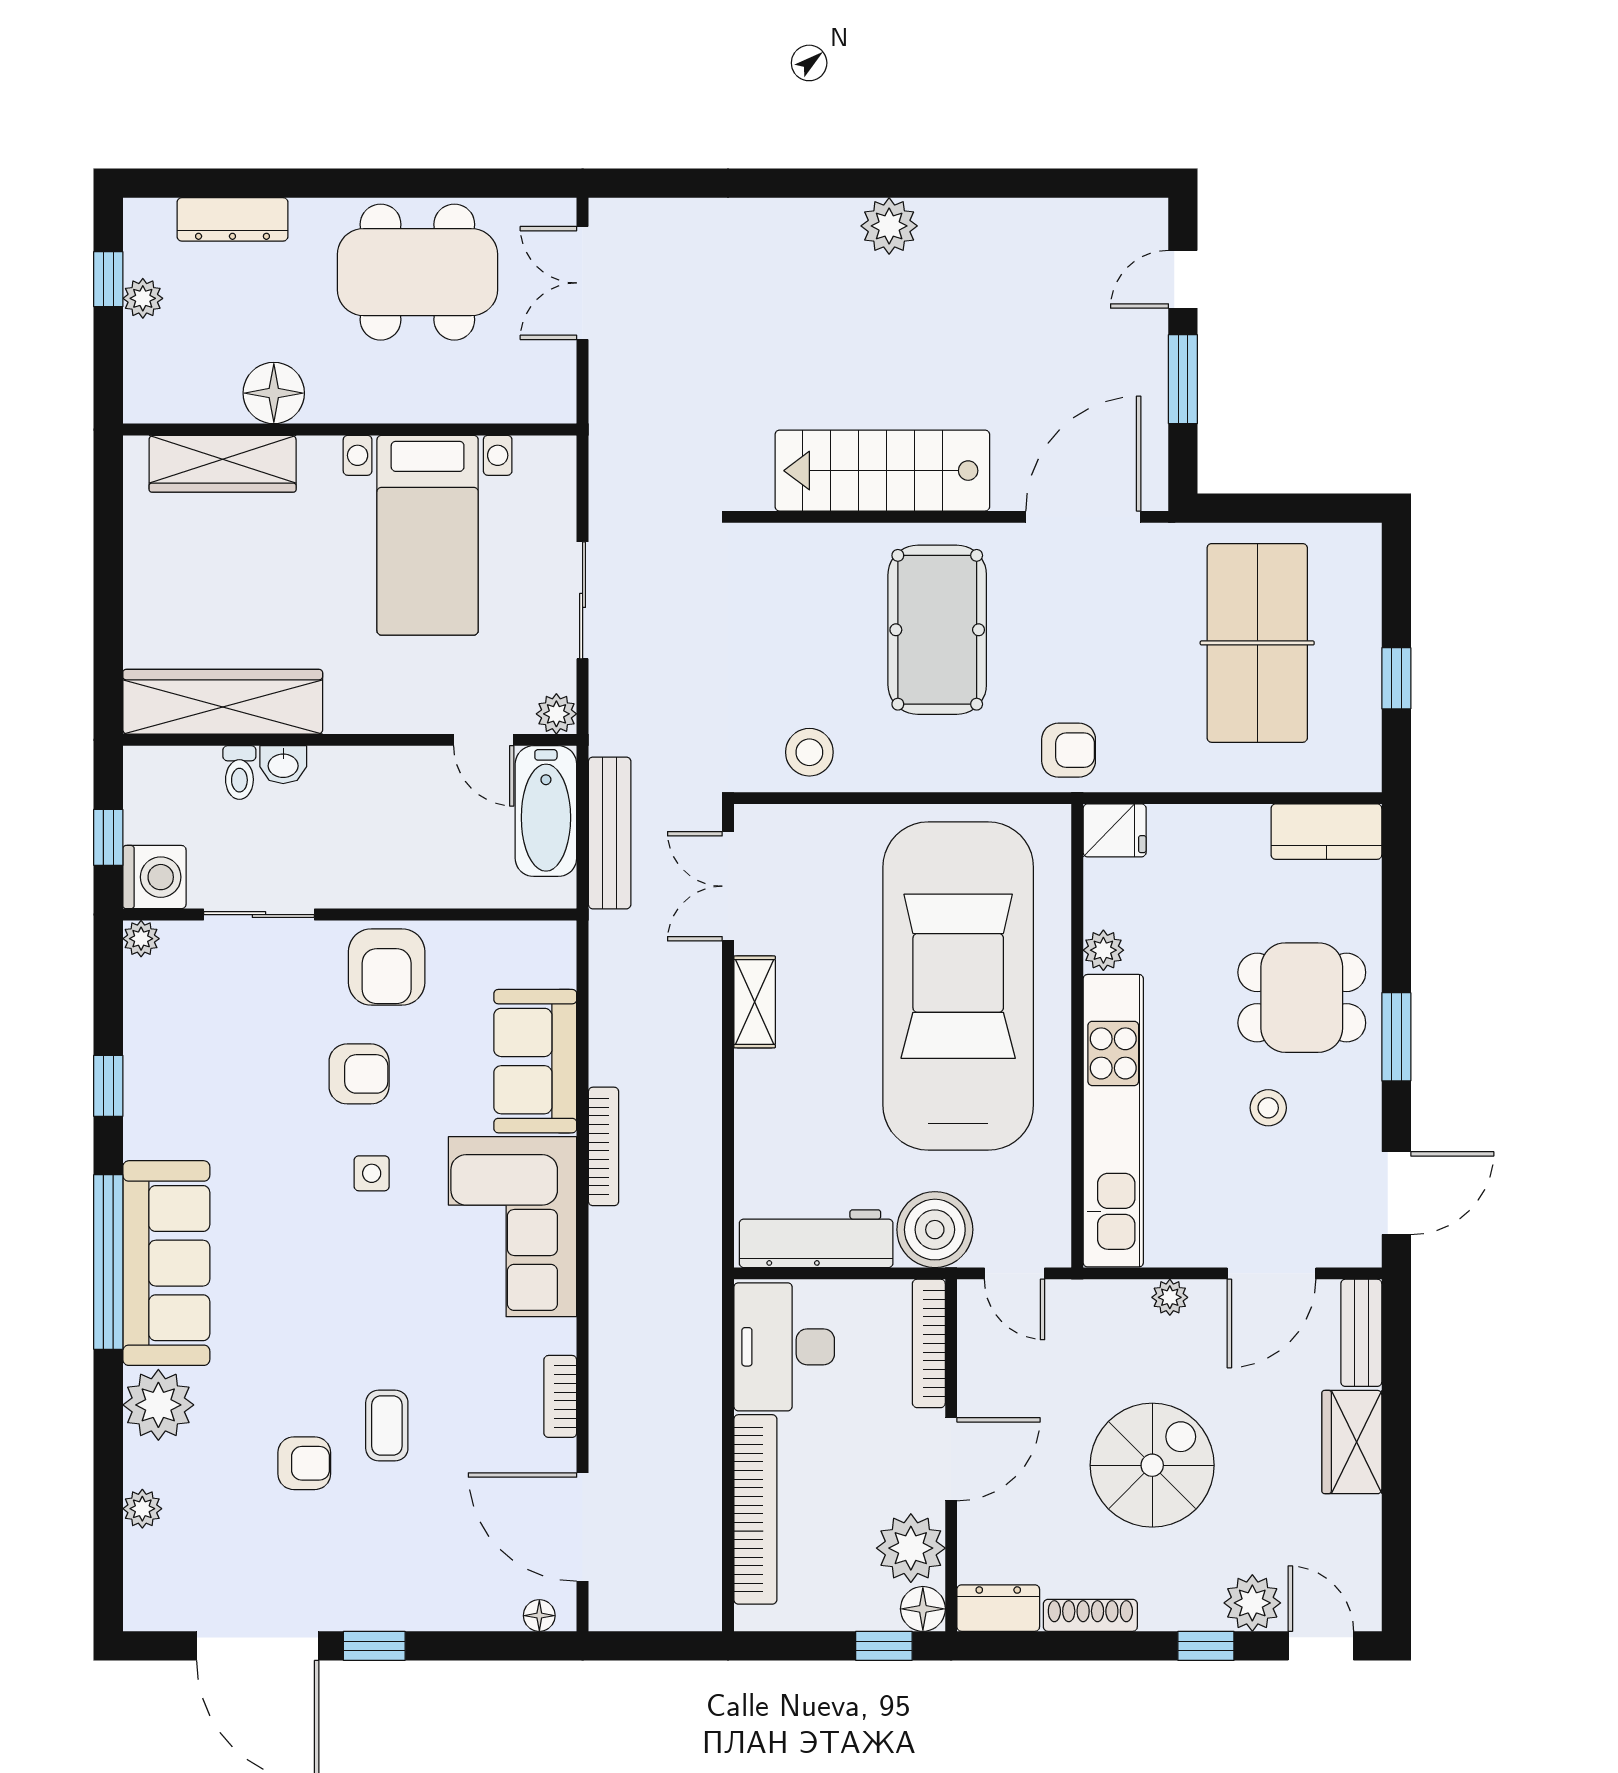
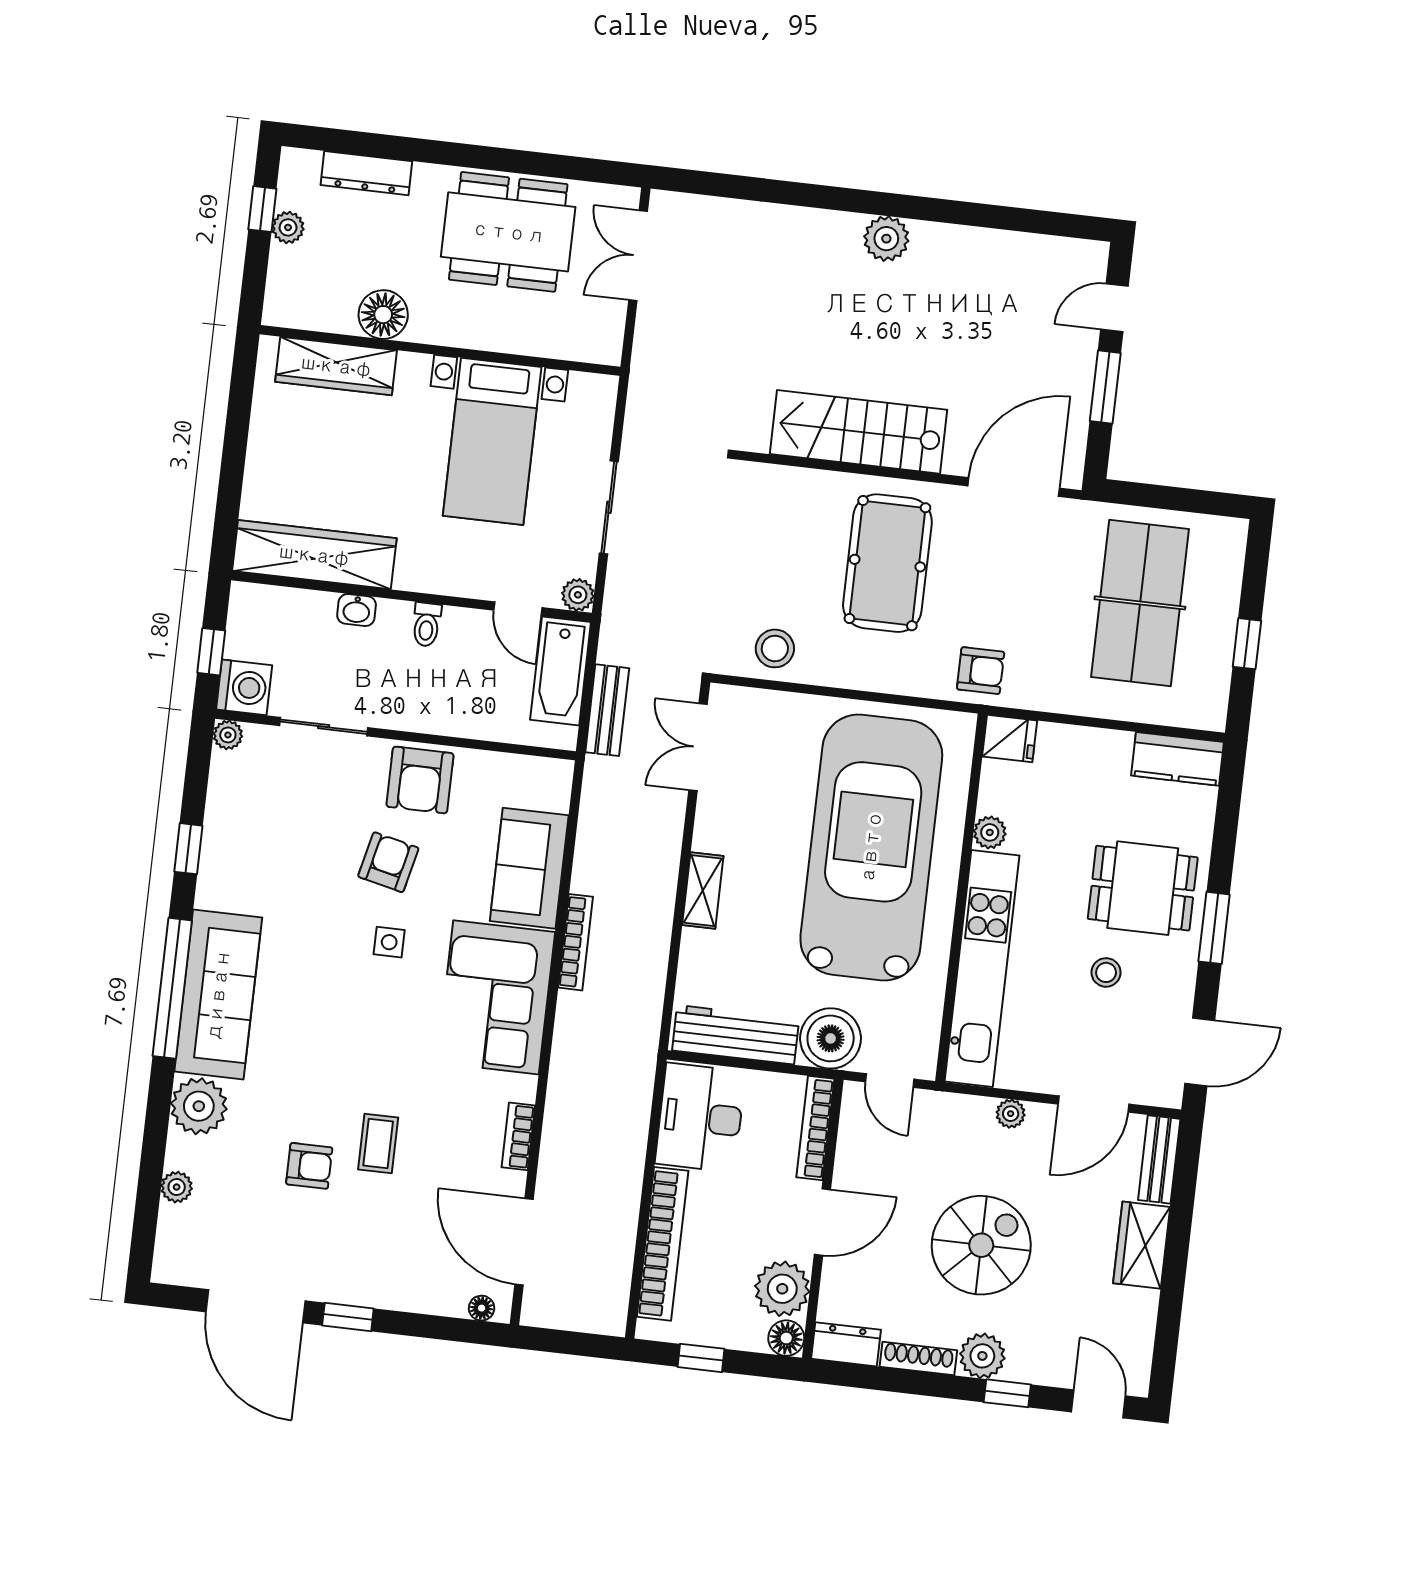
toilet: (239, 773) -> (427, 625), moved
bench: (610, 833) -> (607, 710), width x0.73
shelving: (755, 1002) -> (703, 891), moved
armchair: (359, 1074) -> (388, 862), turned -77
plant: (1252, 1603) -> (982, 1356), moved
window: (884, 1646) -> (701, 1358), moved

